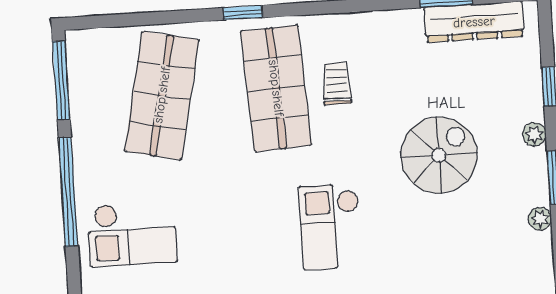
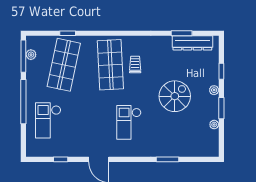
window: (243, 13) -> (68, 33), moved
plant: (80, 75) -> (31, 55), added
checkout: (132, 234) -> (48, 120), turned 90

